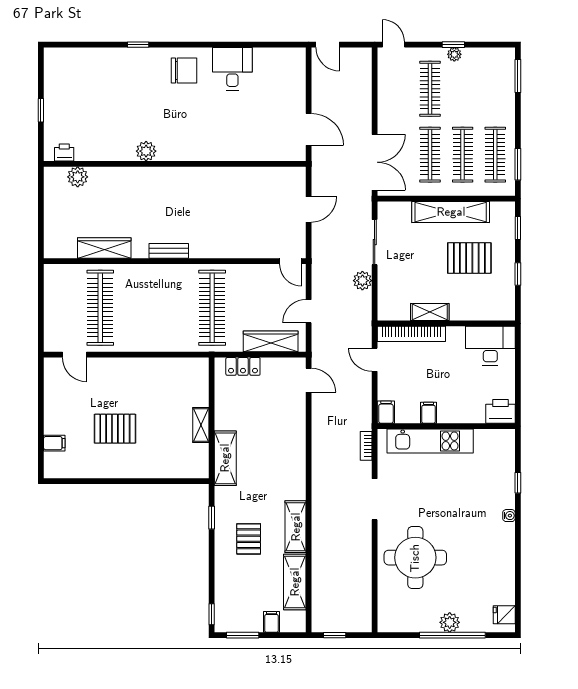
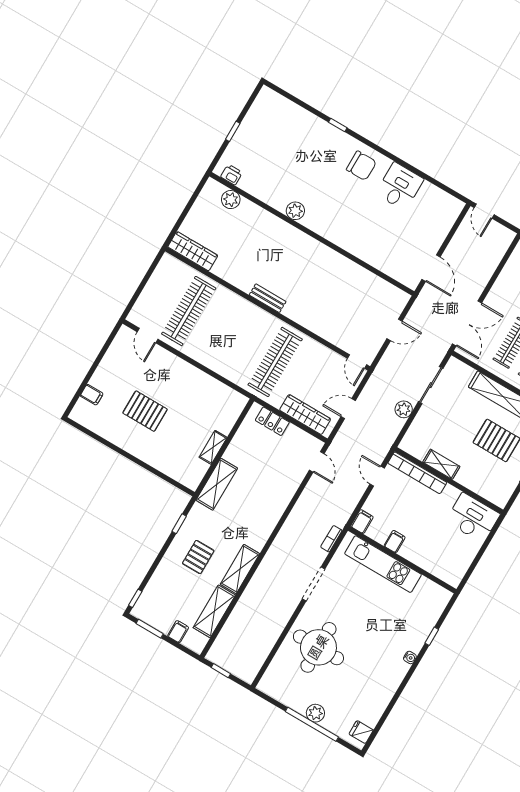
wardrobe: (104, 248) -> (193, 251), moved
printer: (500, 411) -> (451, 573), removed

